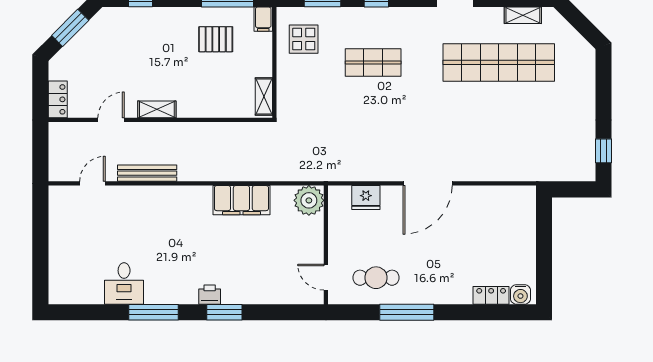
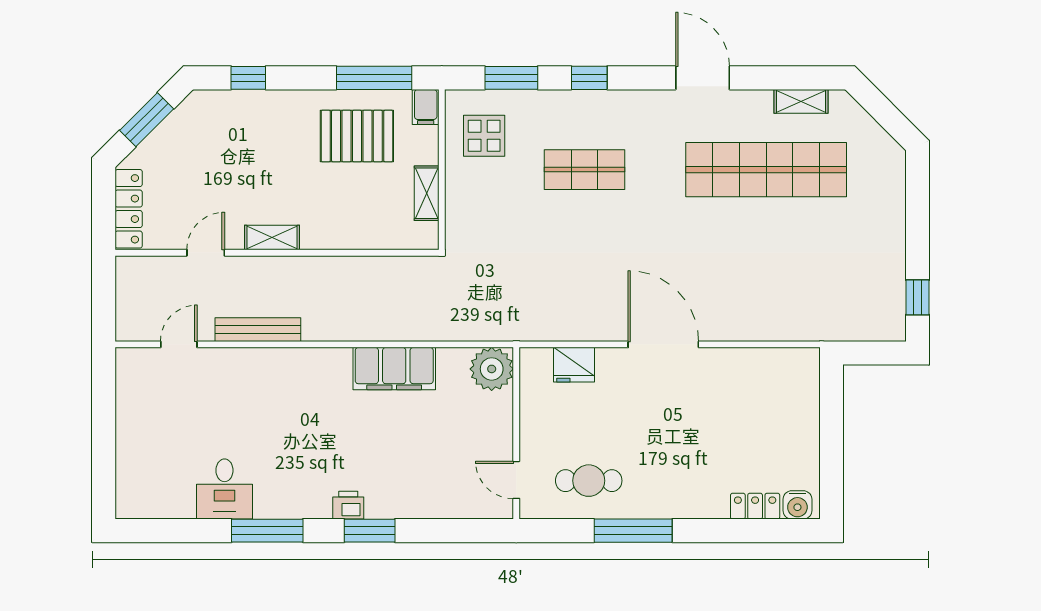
pallet: (216, 39) -> (357, 136), width x1.50, depth x1.42
shelving: (264, 96) -> (427, 193), moved
locker: (58, 99) -> (129, 209), width x1.53
door: (428, 183) -> (663, 344), swing flipped

